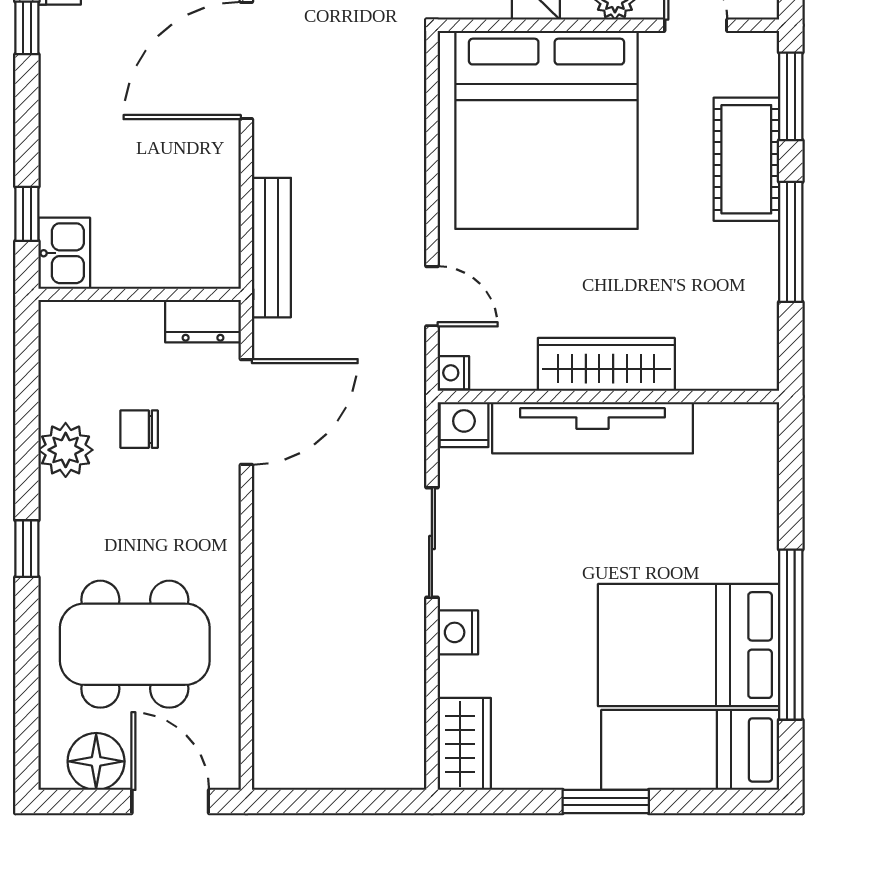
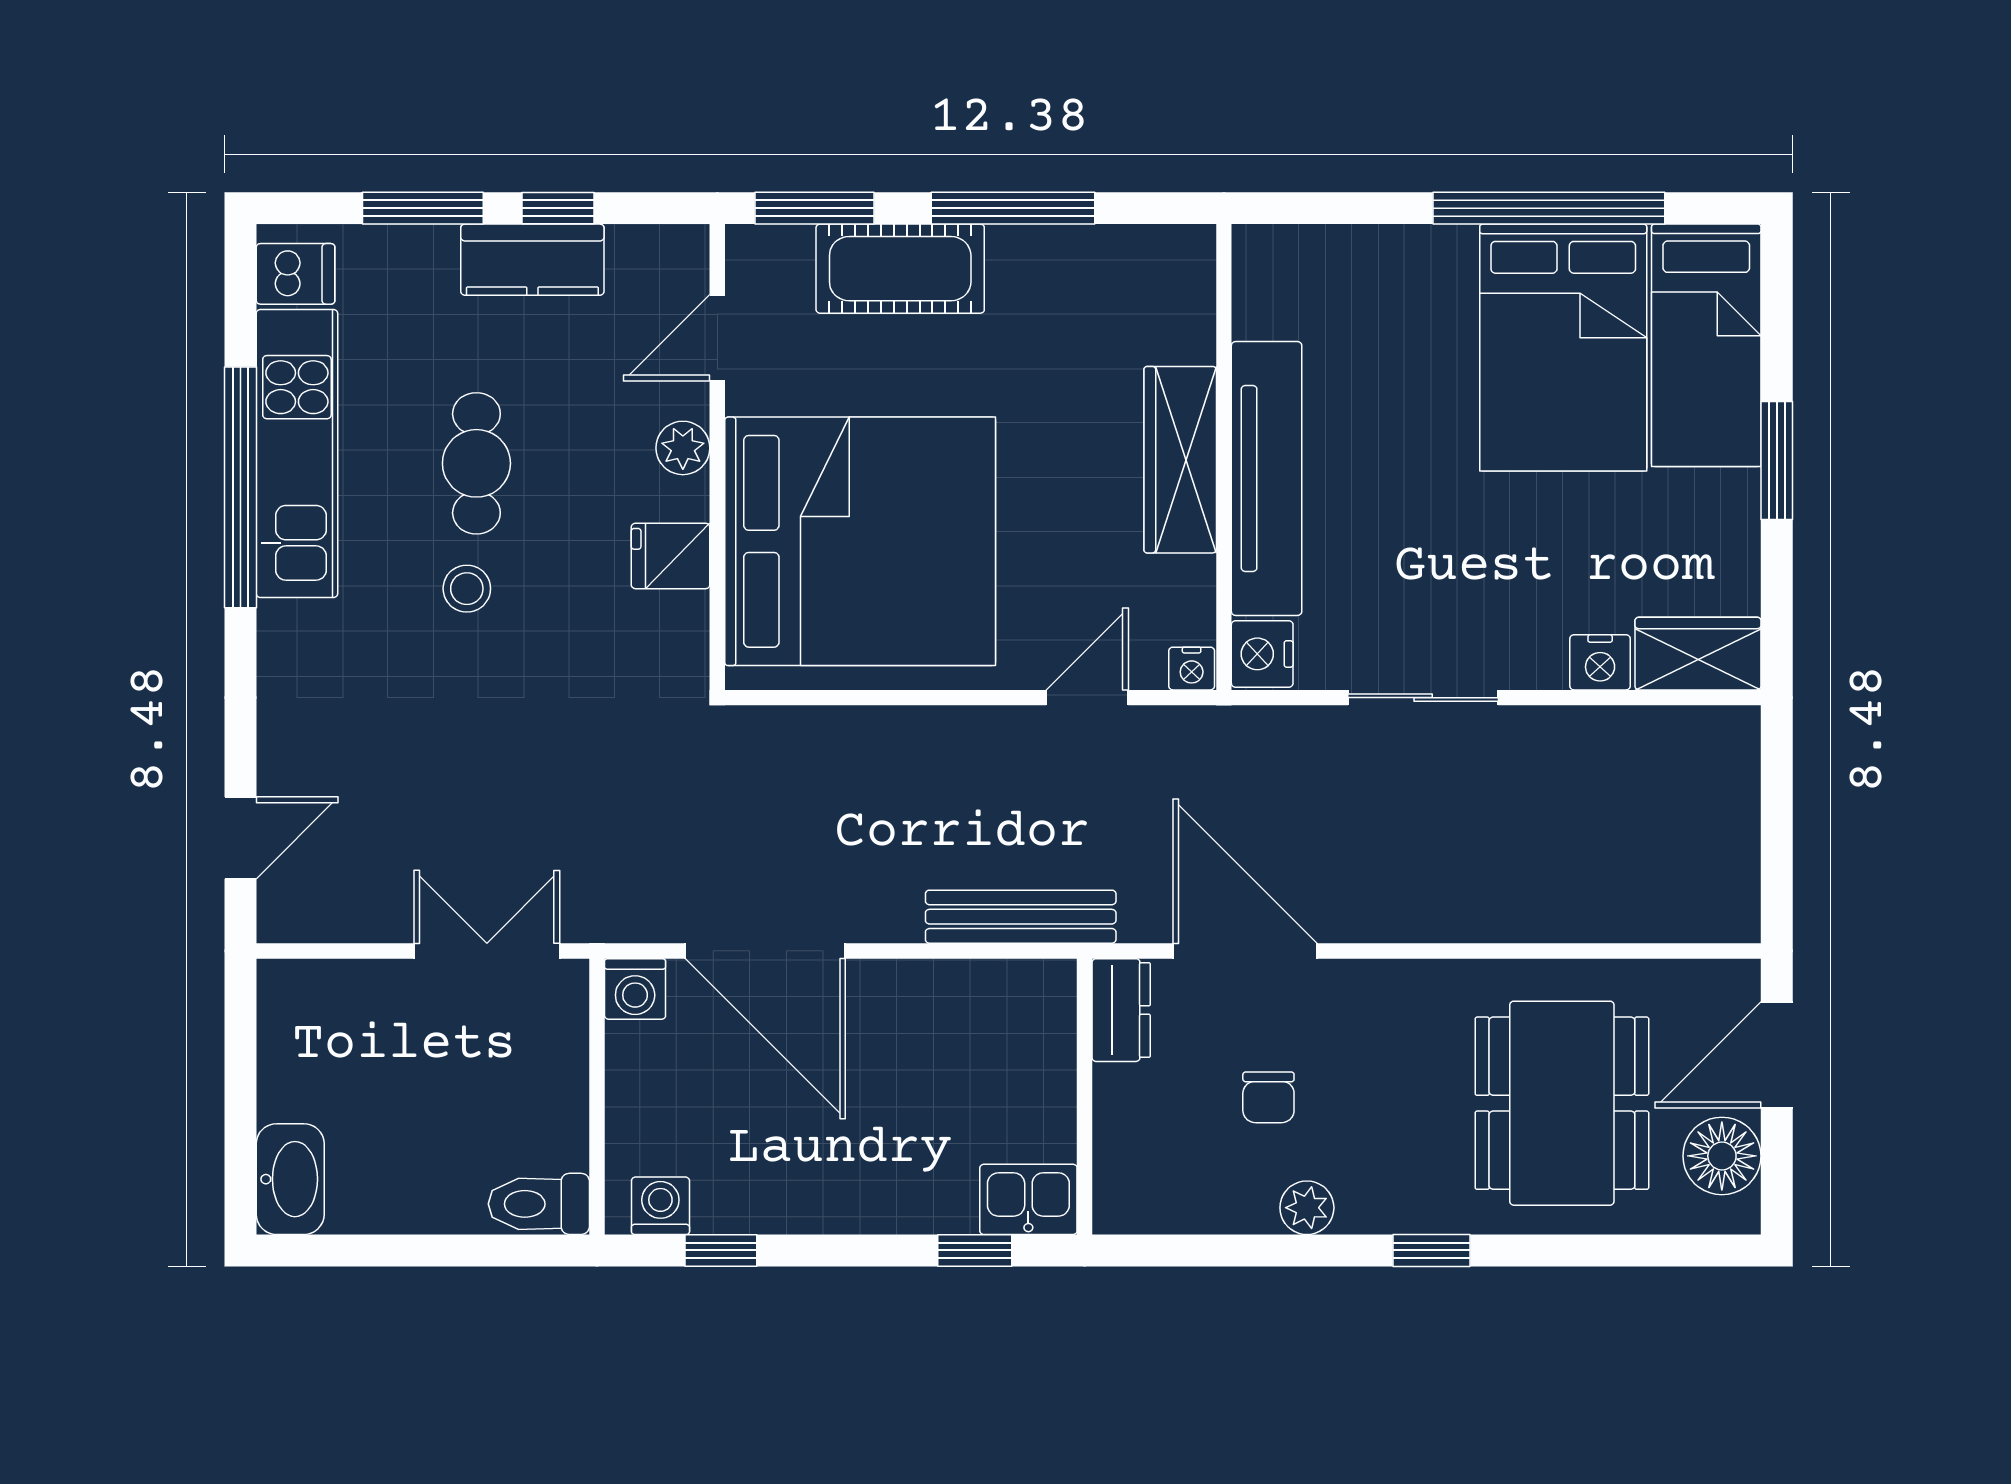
plant: (66, 450) -> (1307, 1208), width x0.73, depth x0.73
nightstand: (458, 632) -> (1600, 662), moved

